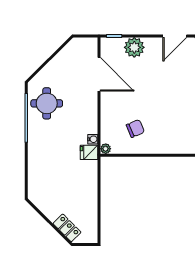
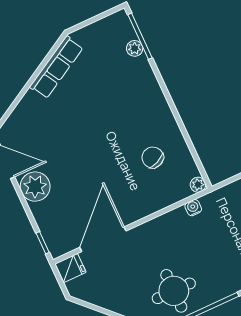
plant: (134, 47) -> (35, 187), moved
fridge: (89, 152) -> (70, 268), moved, turned -90

